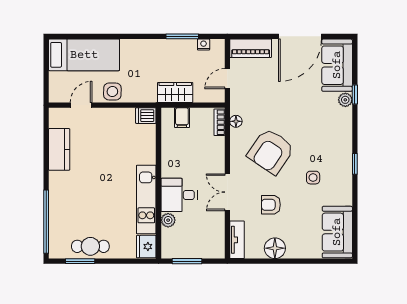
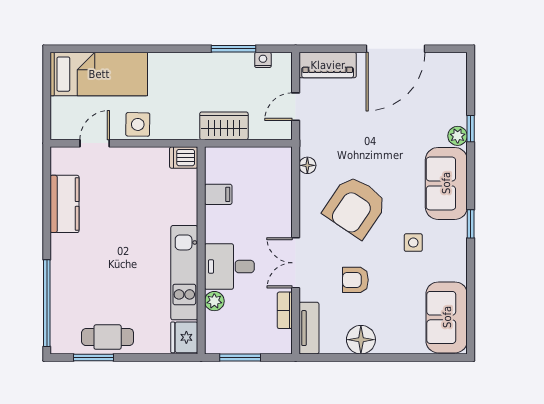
sofa: (337, 65) -> (446, 183), moved
filing cabinet: (182, 118) -> (218, 194), moved, turned -90
bookcase: (219, 122) -> (285, 310), moved

